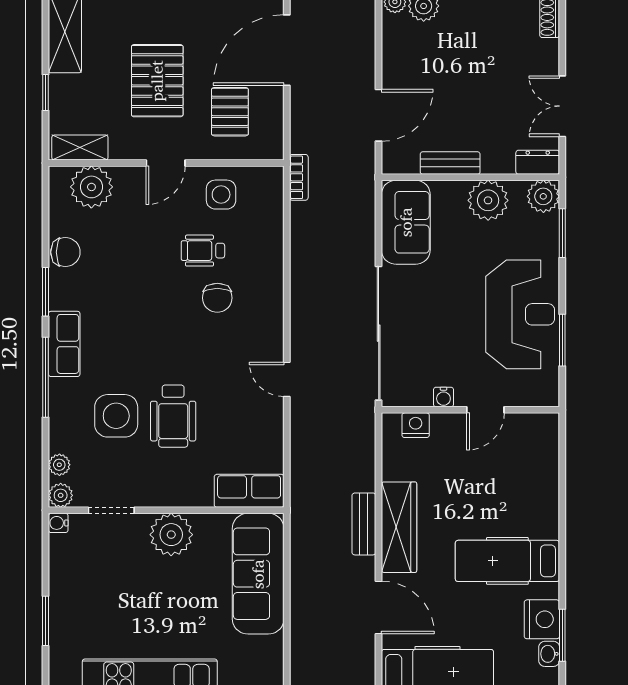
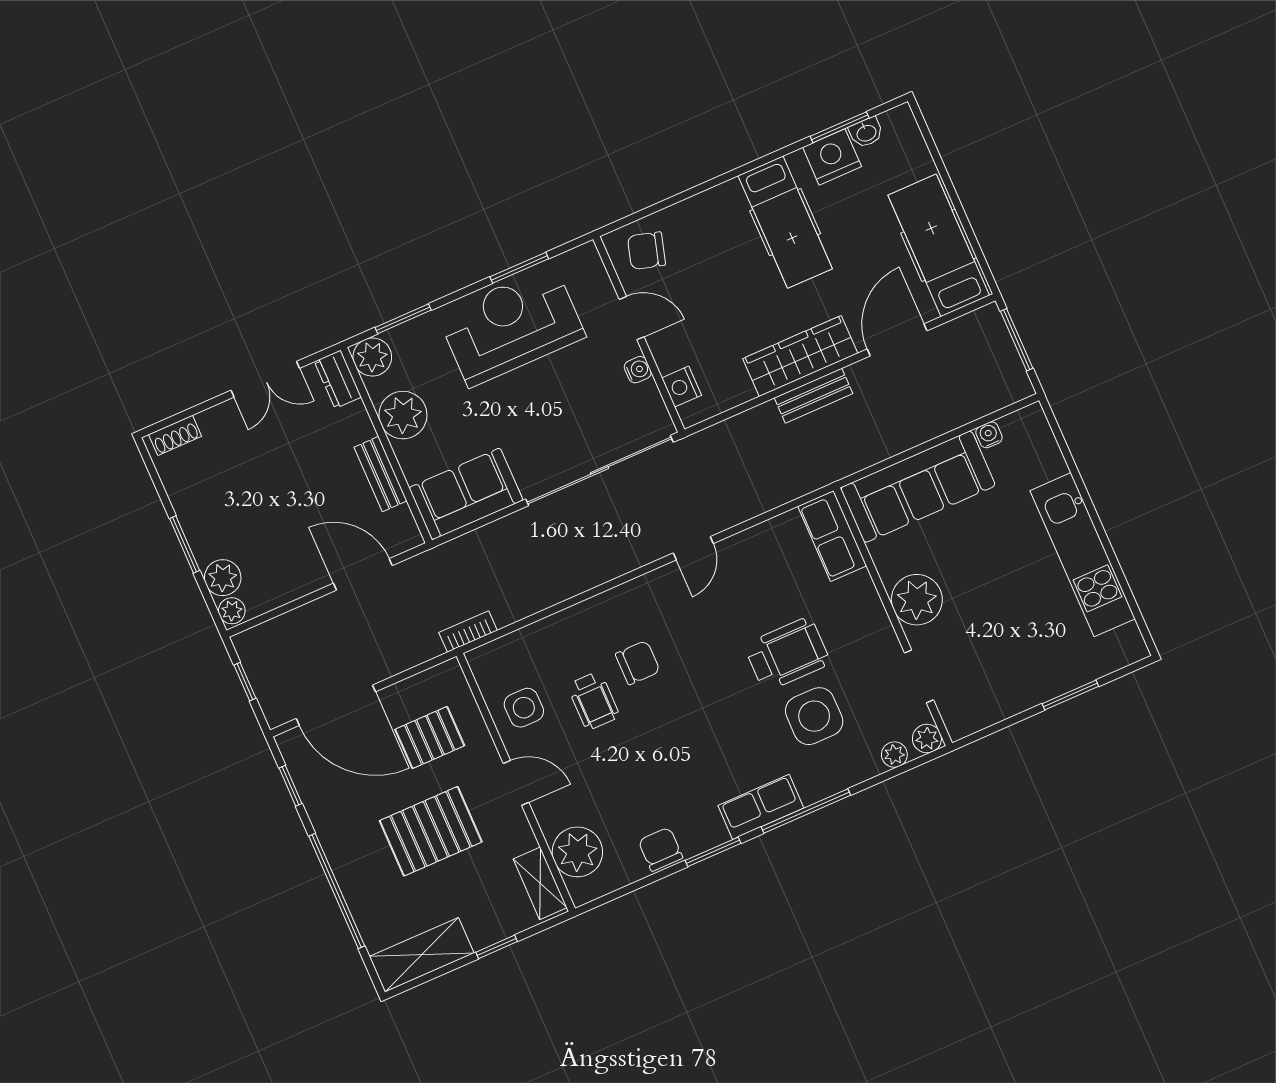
chair: (532, 444) -> (646, 251), added
water cooler: (58, 523) -> (989, 435), moved, turned 180

